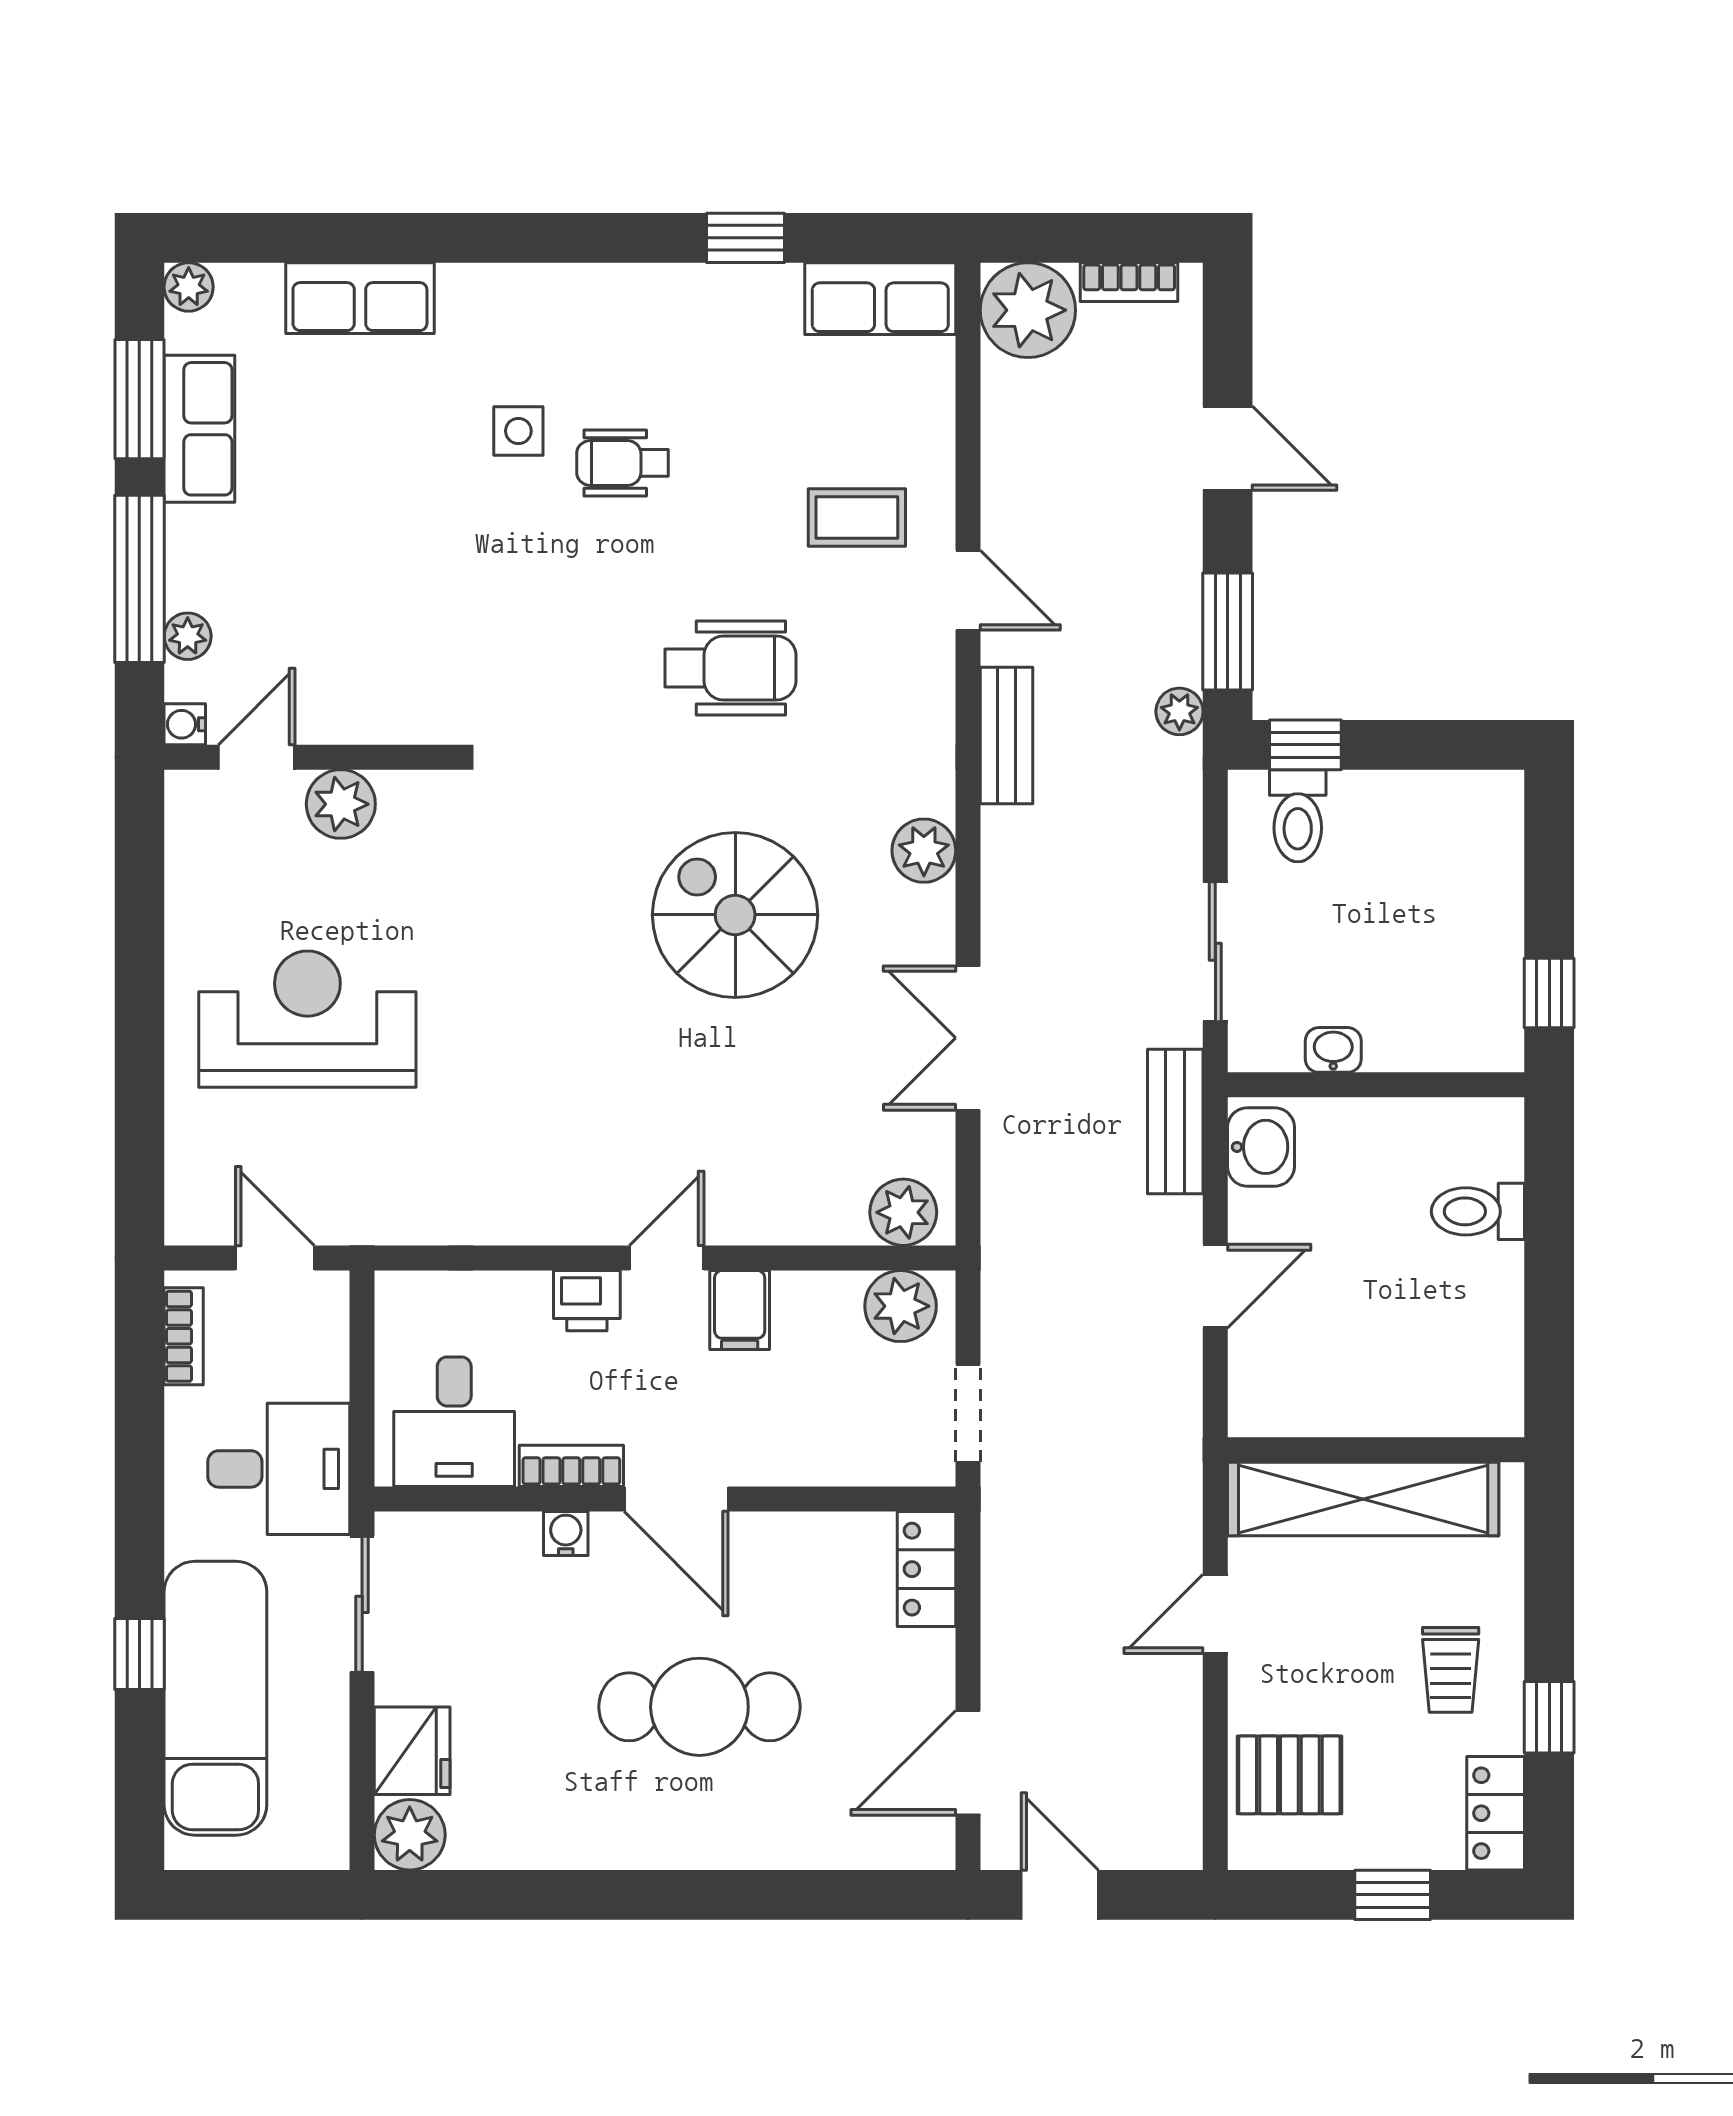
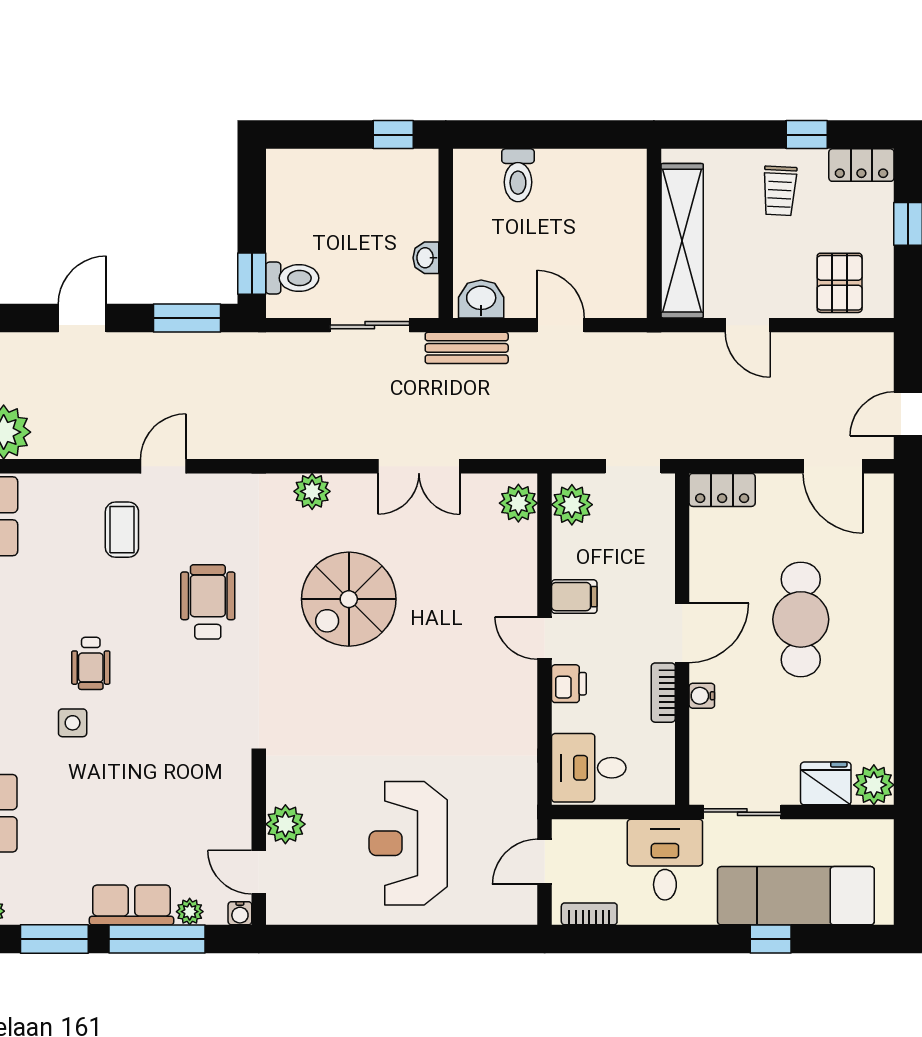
row of seats: (199, 429) -> (131, 905), moved
plant: (1179, 711) -> (233, 346), removed
bench: (1006, 735) -> (246, 444), removed
desk: (454, 1422) -> (589, 768), moved, turned 180
trolley: (1451, 1670) -> (780, 191), turned 93

